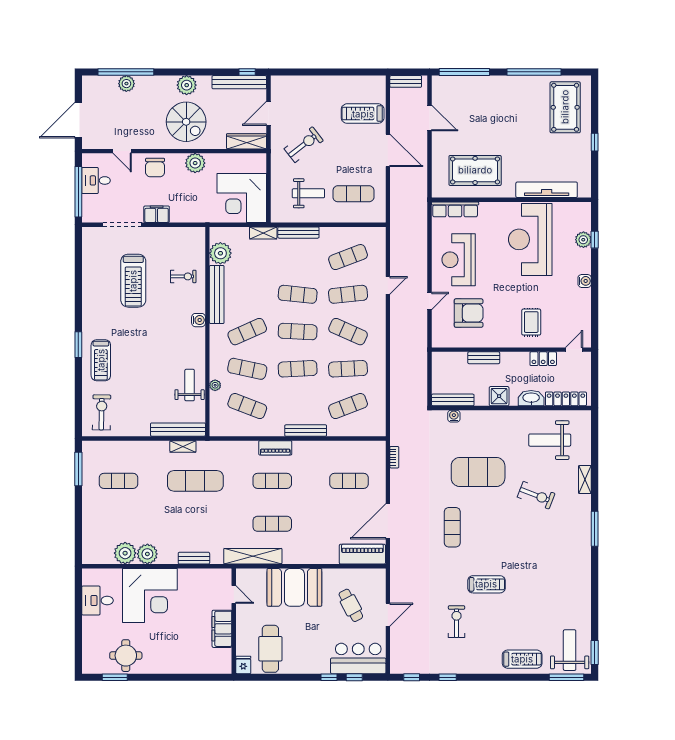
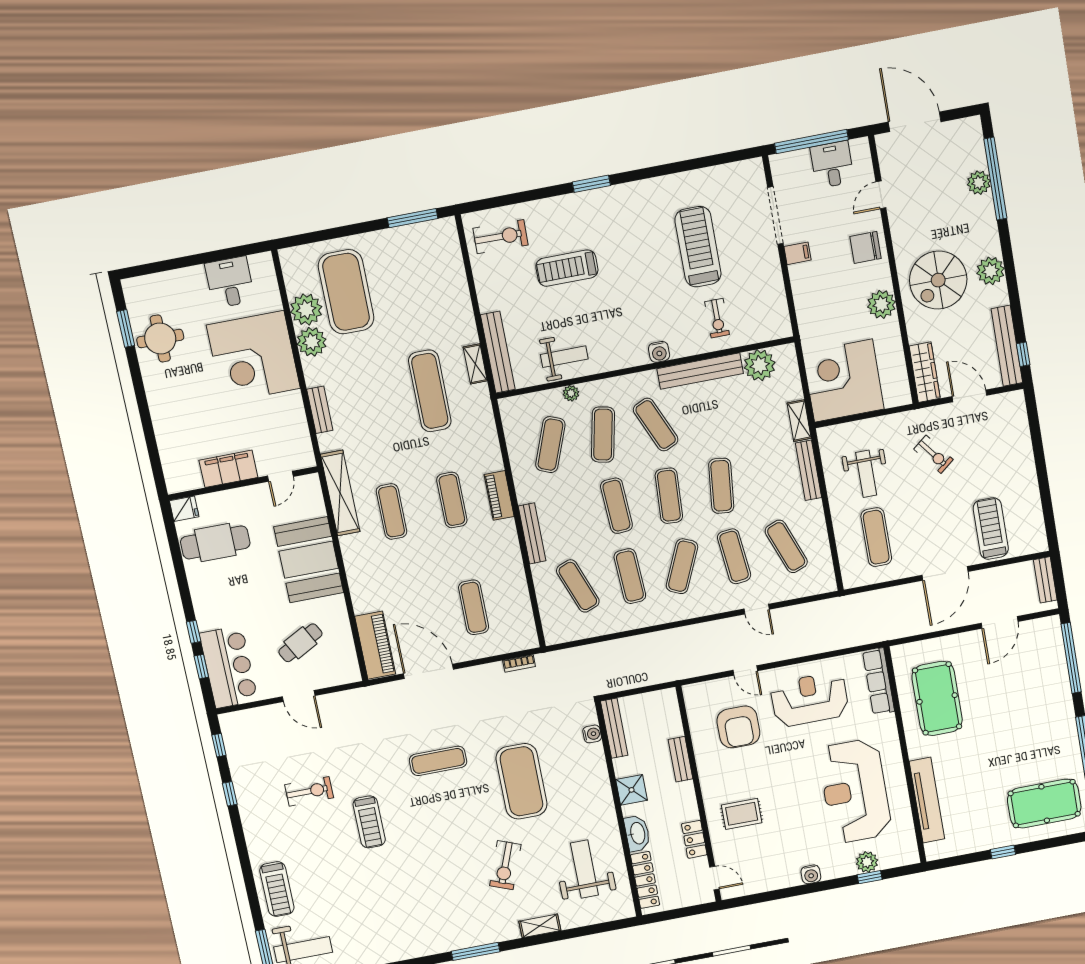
exercise bike: (304, 145) -> (933, 454), width x0.73, depth x0.72
filing cabinet: (157, 214) -> (797, 253), width x0.50
reception desk: (530, 239) -> (855, 791), turned -90
treadmill: (133, 281) -> (698, 247), turned 90
treadmill: (101, 360) -> (567, 268), moved
exercise mat: (118, 481) -> (346, 292), moved, width x2.00, depth x1.45

